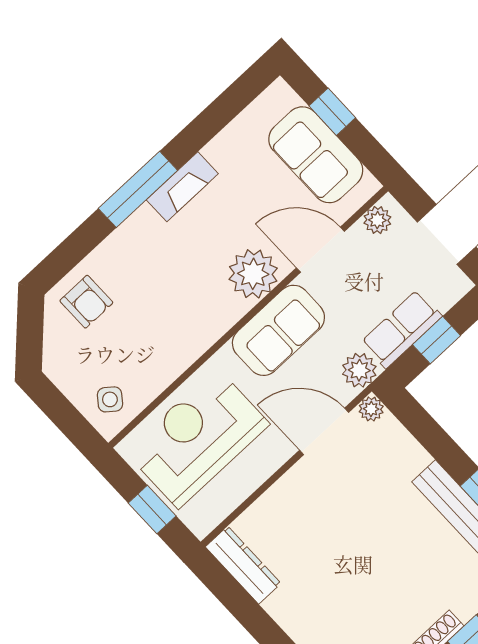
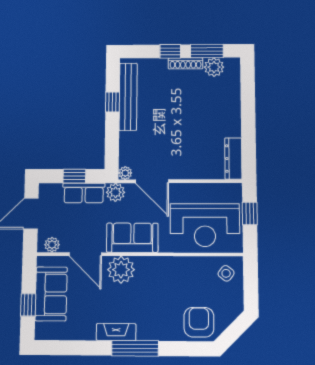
armchair: (86, 302) -> (199, 322), width x1.38, depth x1.38

